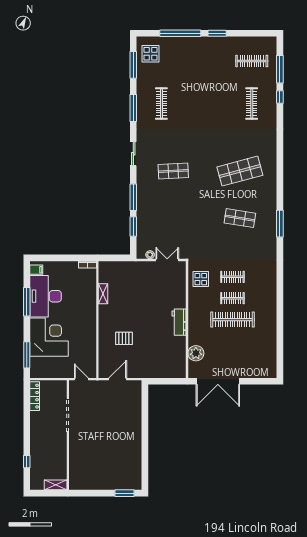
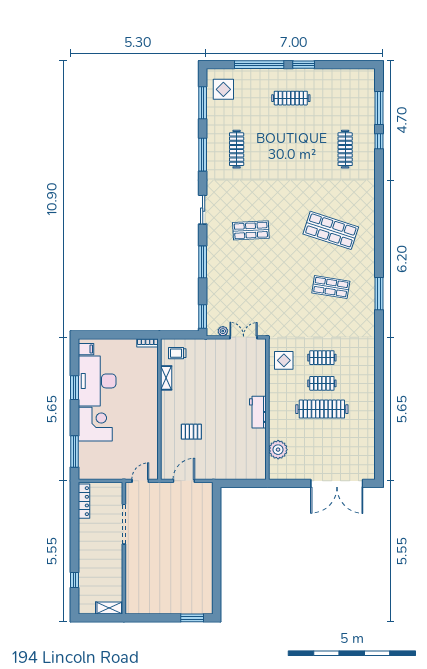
clothes rail: (252, 61) -> (291, 98), moved
shop shelf: (240, 171) -> (331, 230), turned 33
window: (133, 226) -> (203, 316), moved
trolley: (112, 273) -> (177, 353), added
window: (27, 302) -> (74, 388), width x0.69
corner desk: (49, 337) -> (95, 424), width x0.74, depth x0.74
door: (81, 379) -> (140, 481), hinge flipped
double door: (218, 381) -> (337, 483), moved

